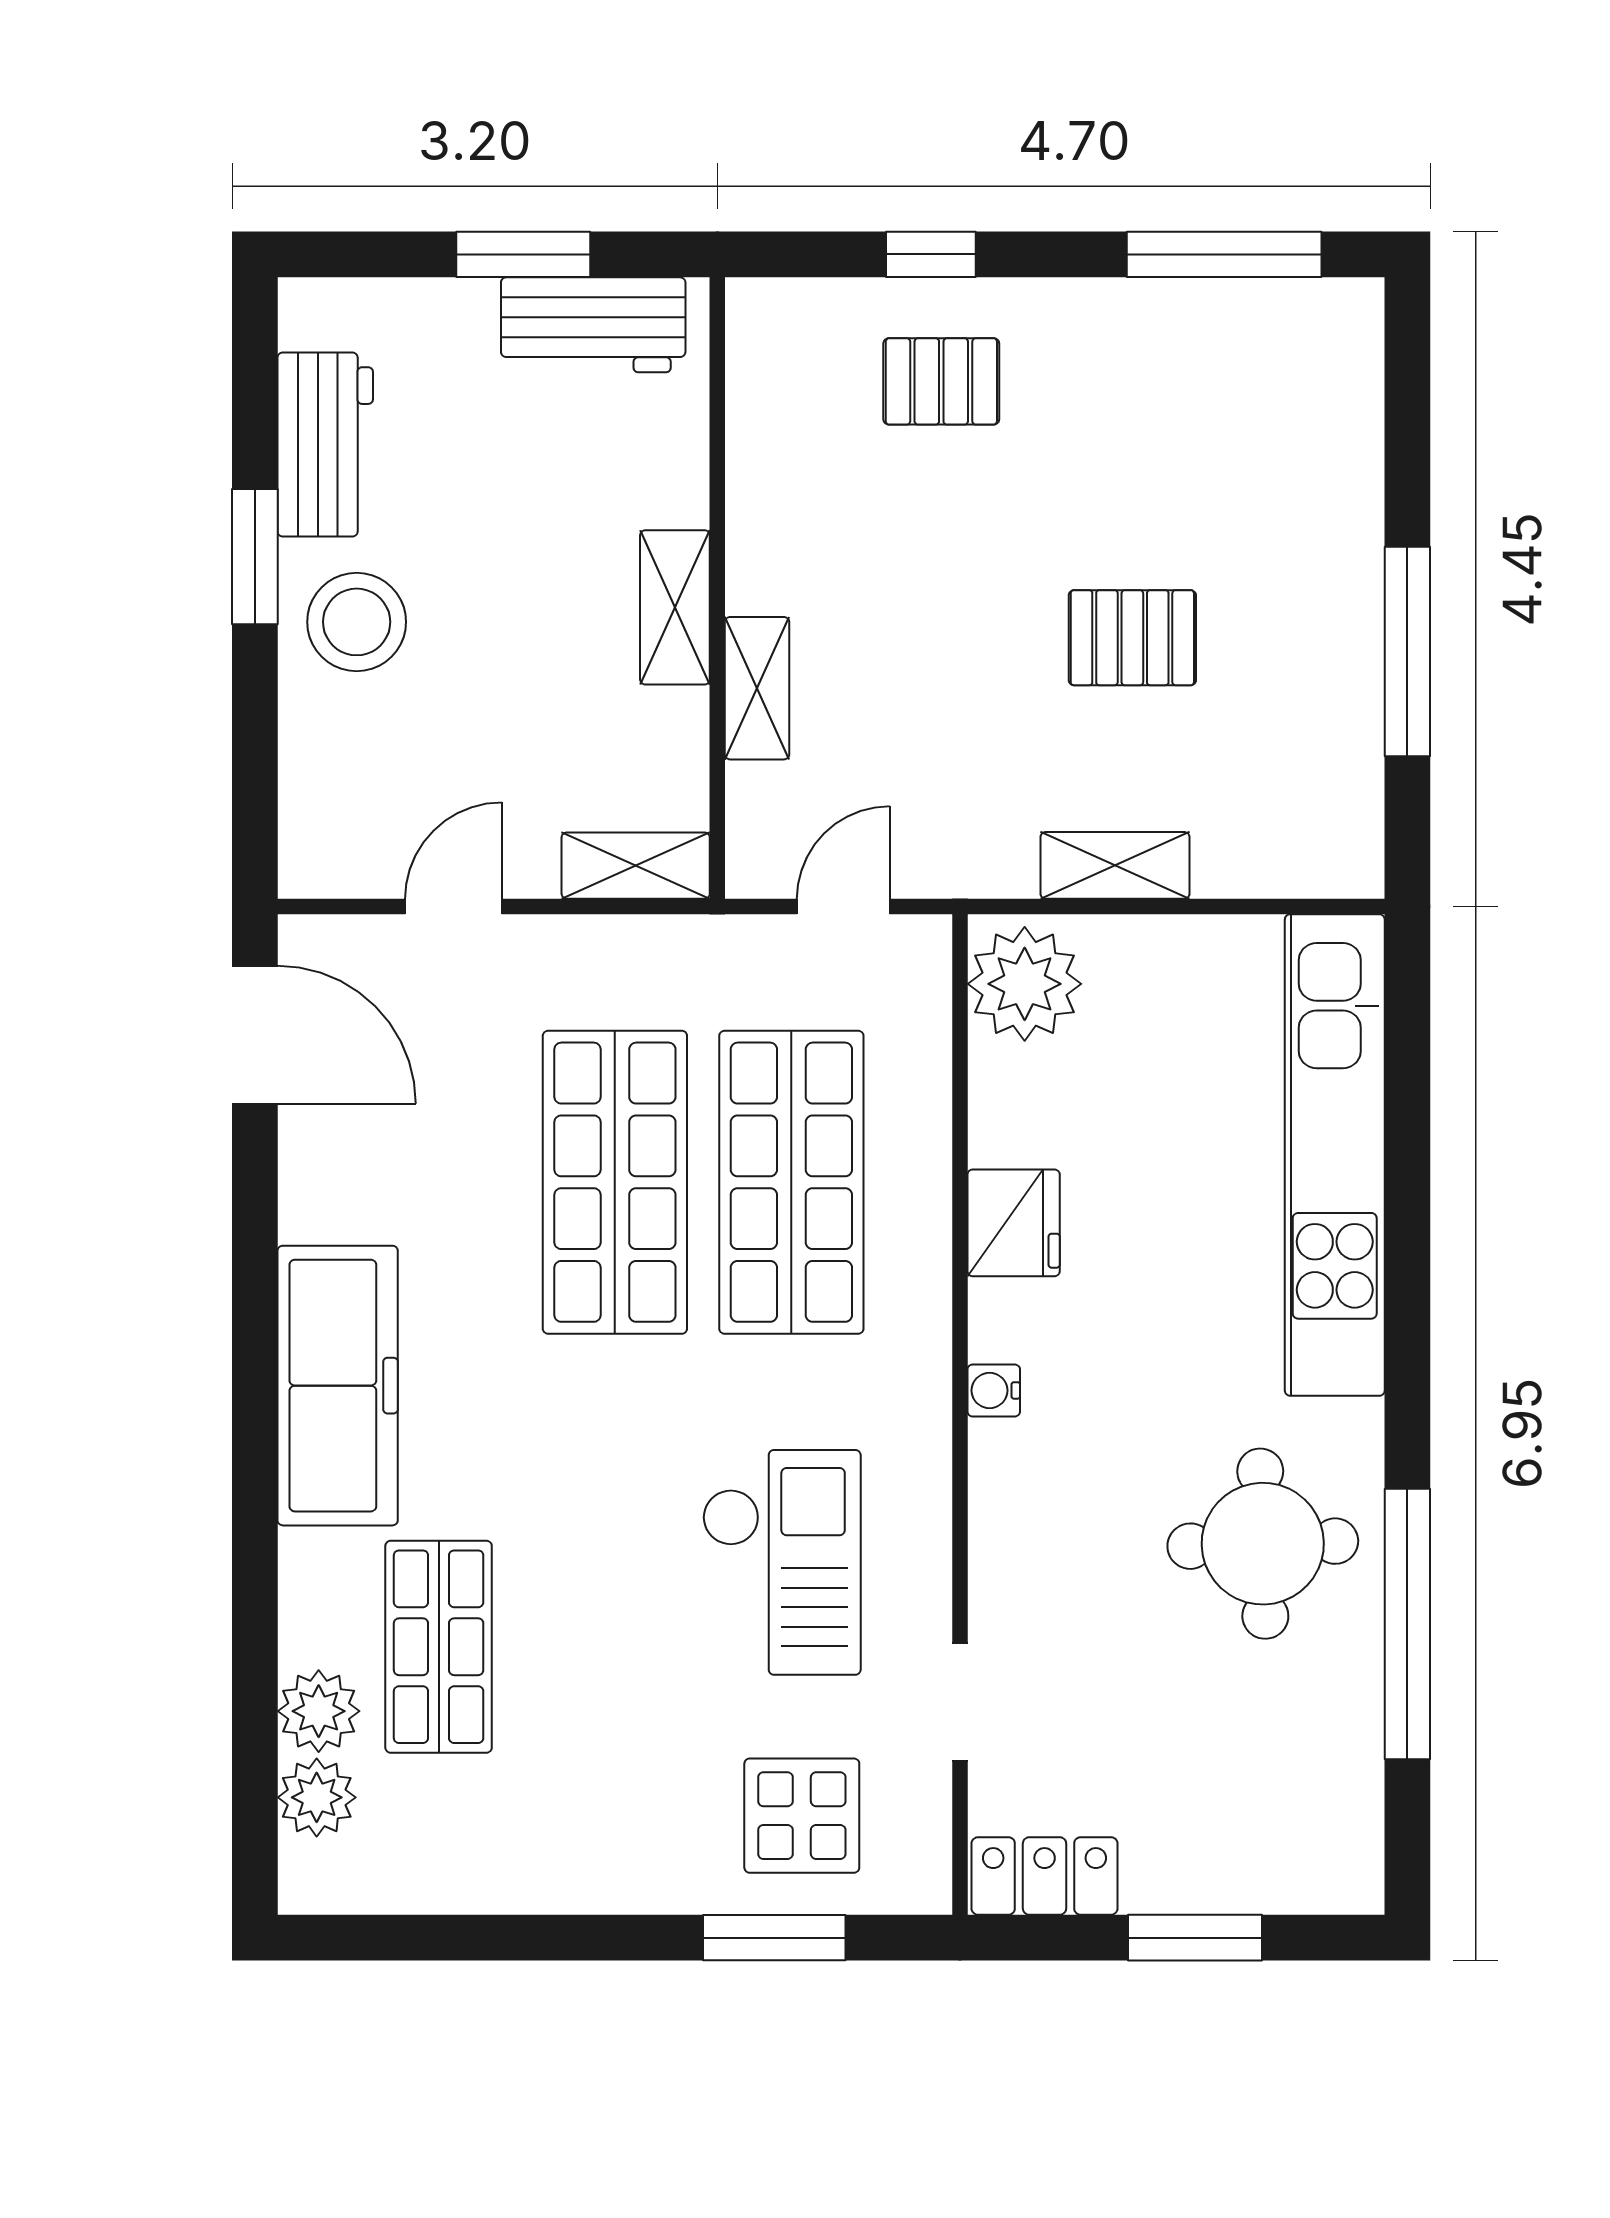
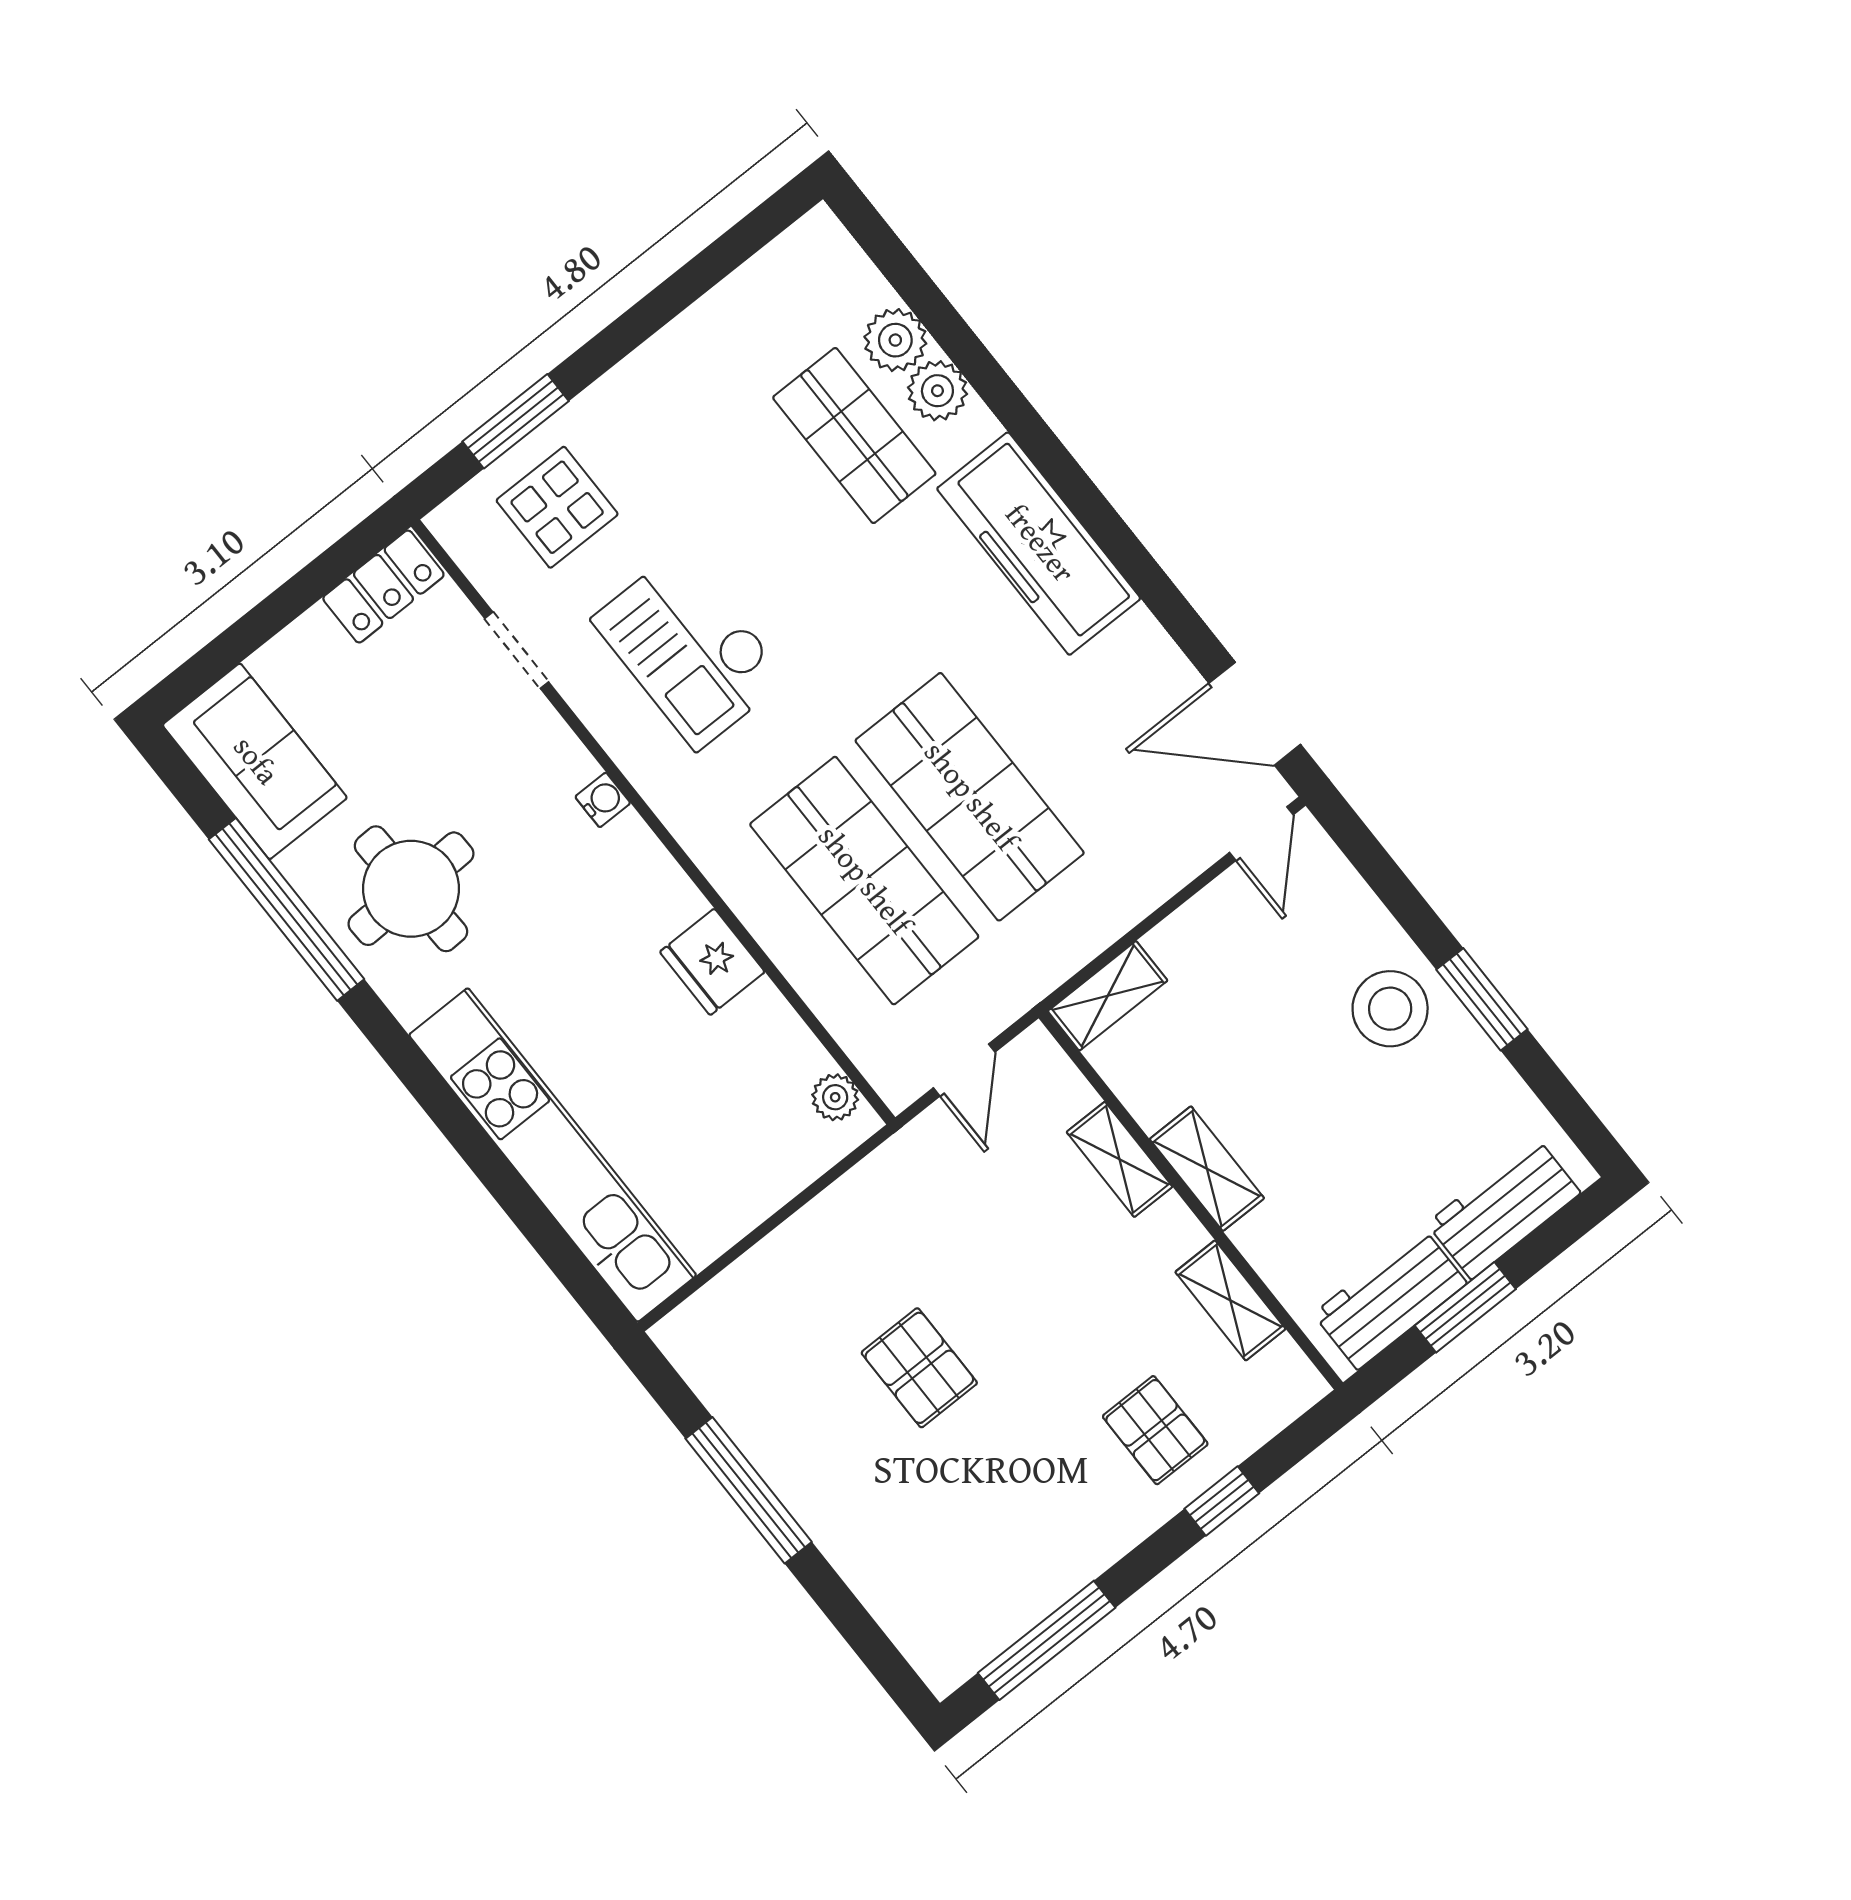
pallet: (941, 381) -> (1155, 1430), turned 90
workbench: (325, 445) -> (1504, 1208), moved, turned 90
pallet: (1132, 638) -> (919, 1368), turned 90
shelving: (1115, 865) -> (1230, 1300), moved, turned 90
door: (454, 906) -> (1261, 834), moved
plant: (1025, 984) -> (835, 1097), width x0.53, depth x0.53
water cooler: (994, 1390) -> (603, 800), moved
plant: (317, 1797) -> (937, 391), moved
sofa: (1319, 1802) -> (255, 761), added
window: (1195, 1938) -> (264, 621), removed

